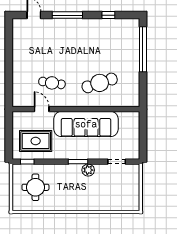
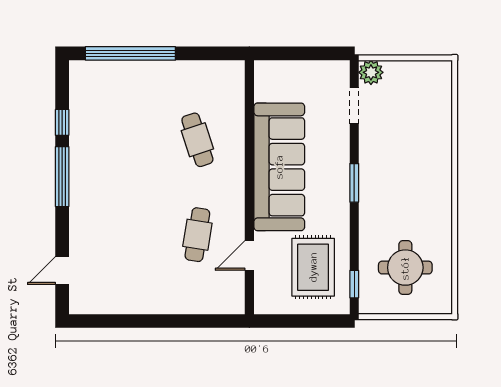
window: (67, 15) -> (62, 177), moved
cafe table: (100, 83) -> (197, 140), width x0.73, depth x0.74
plant: (88, 170) -> (371, 72), moved

